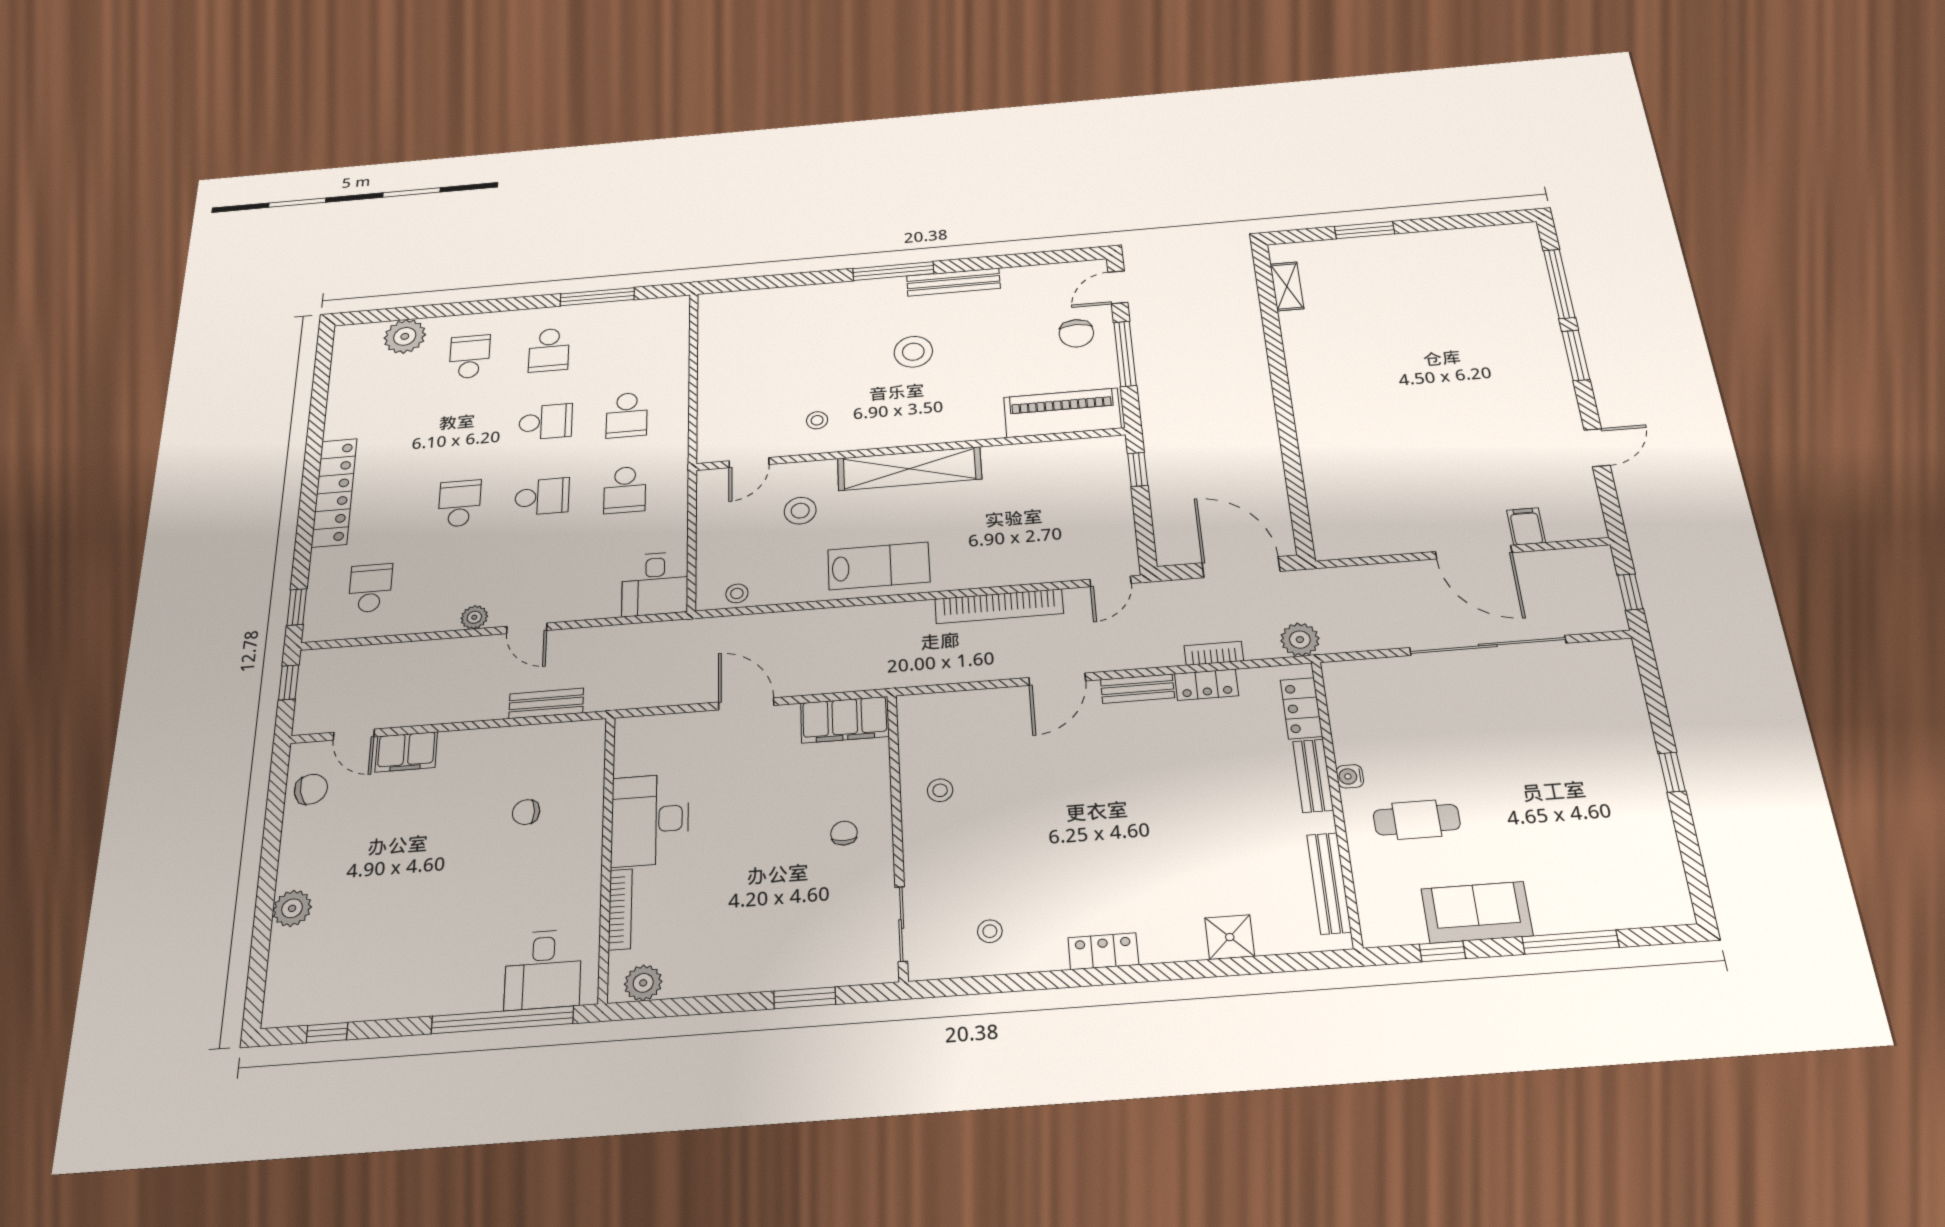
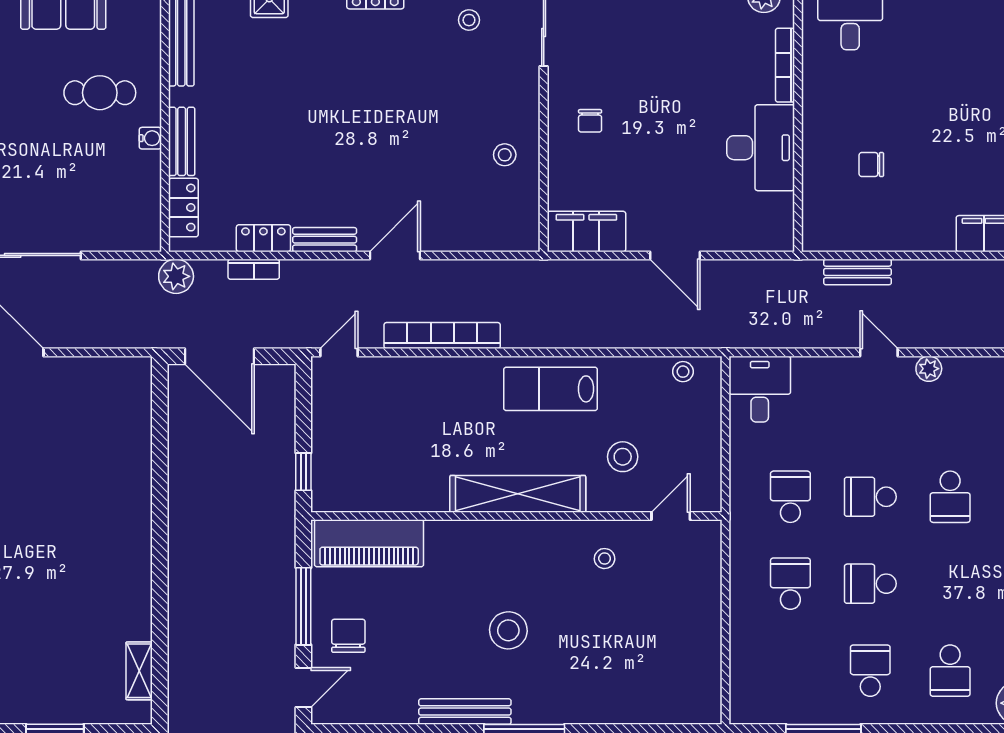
chair: (526, 812) -> (871, 164), turned 180

